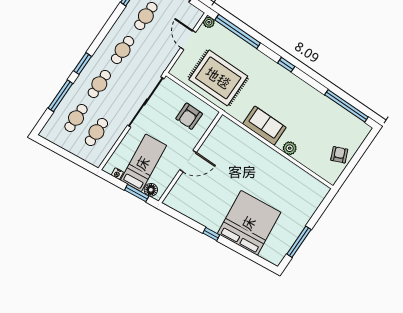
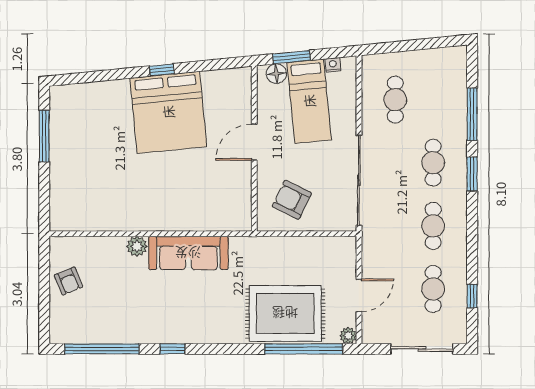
door: (188, 40) -> (359, 295), hinge flipped
window: (286, 65) -> (172, 349), moved
rug: (218, 78) -> (285, 313), moved
armchair: (189, 116) -> (292, 200), turned -64
cafe table: (76, 118) -> (433, 100), removed
sofa: (264, 126) -> (188, 253), width x1.36
bed: (249, 223) -> (168, 112), moved

